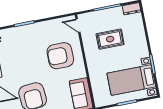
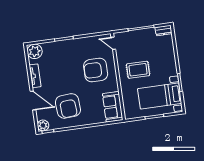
rug: (110, 39) -> (138, 70), moved

